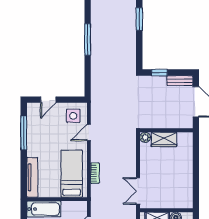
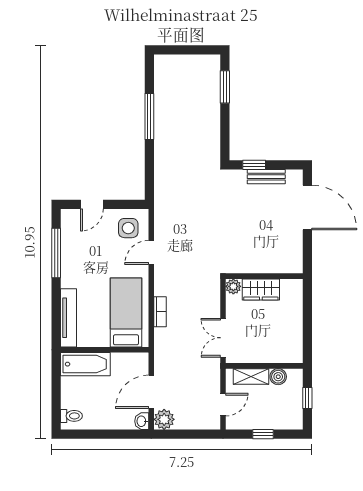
bench: (180, 81) -> (266, 177), moved
wall: (166, 130) -> (264, 276), moved
plant: (145, 137) -> (233, 286), moved
wardrobe: (164, 139) -> (261, 290), moved

